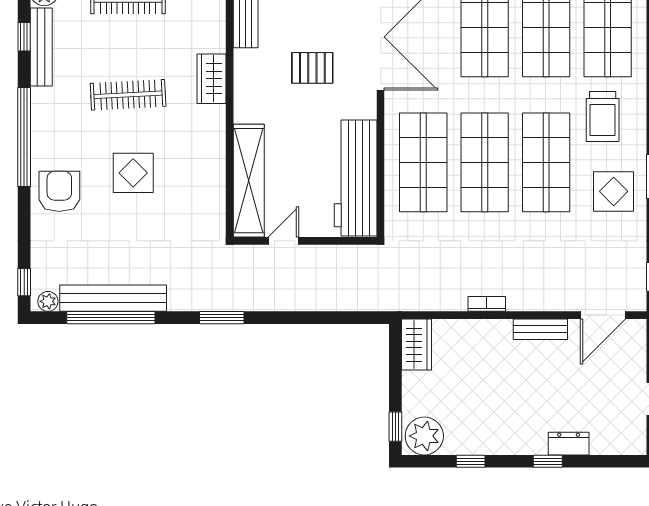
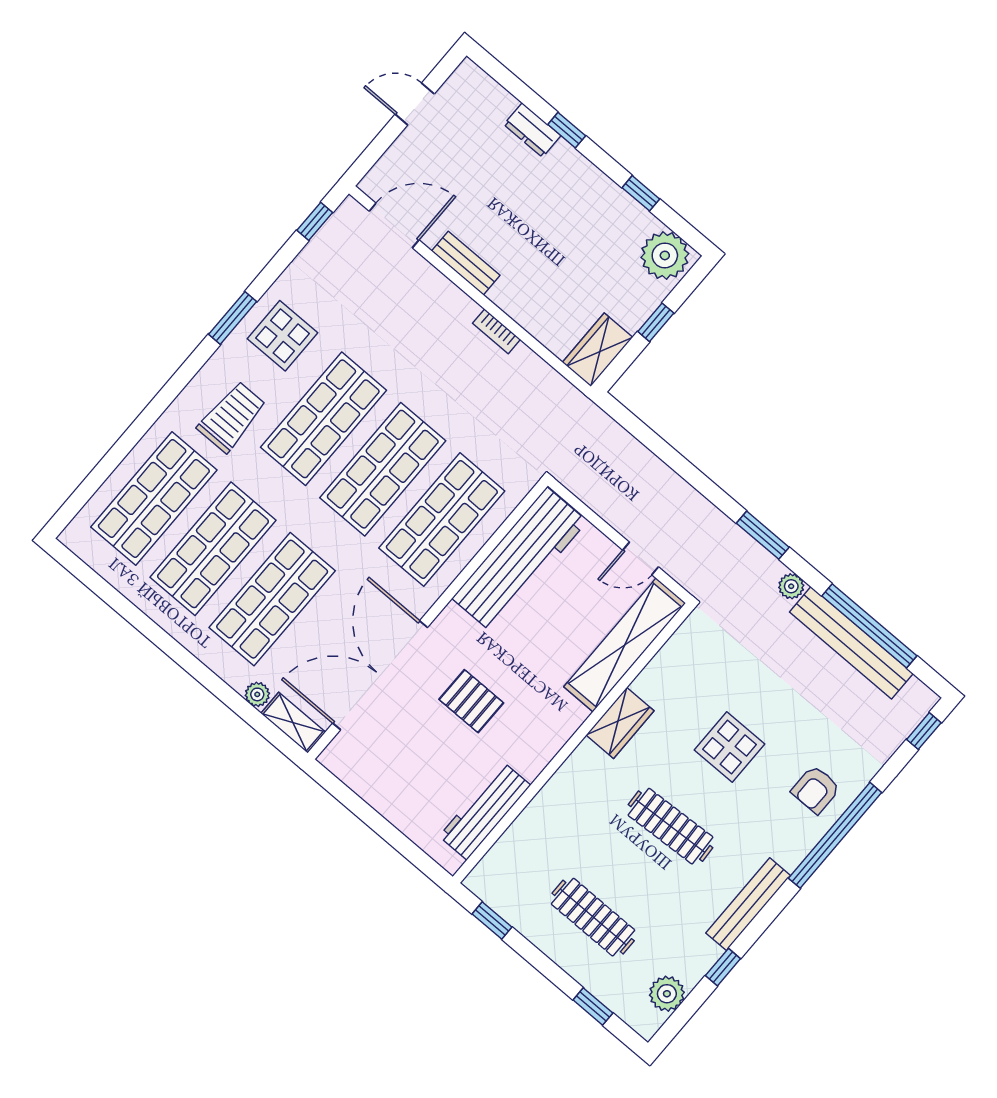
bench: (41, 47) -> (748, 904), moved
wardrobe: (211, 79) -> (620, 723), moved
window: (24, 137) -> (835, 835), moved
armchair: (59, 191) -> (816, 789), width x0.72, depth x0.72
plant: (48, 301) -> (791, 586), moved
window: (395, 427) -> (656, 322), moved

